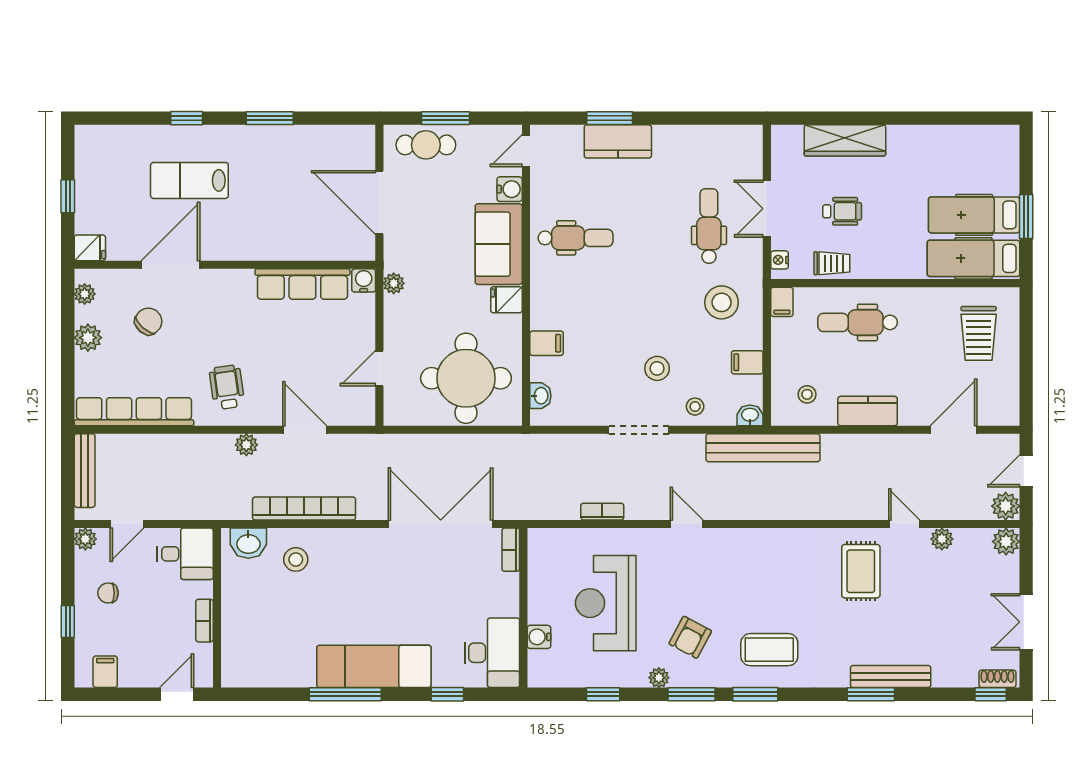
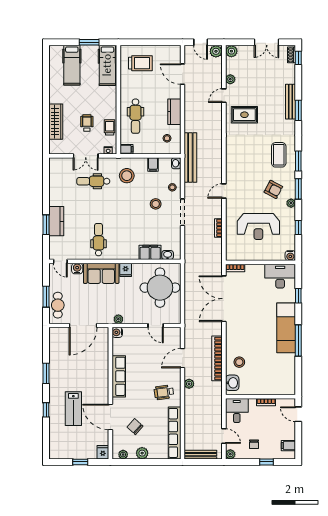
hospital bed: (974, 215) -> (72, 65), moved
row of seats: (302, 284) -> (119, 376), moved
filing cabinet: (547, 343) -> (150, 252), width x2.00
water cooler: (539, 637) -> (290, 256), moved

